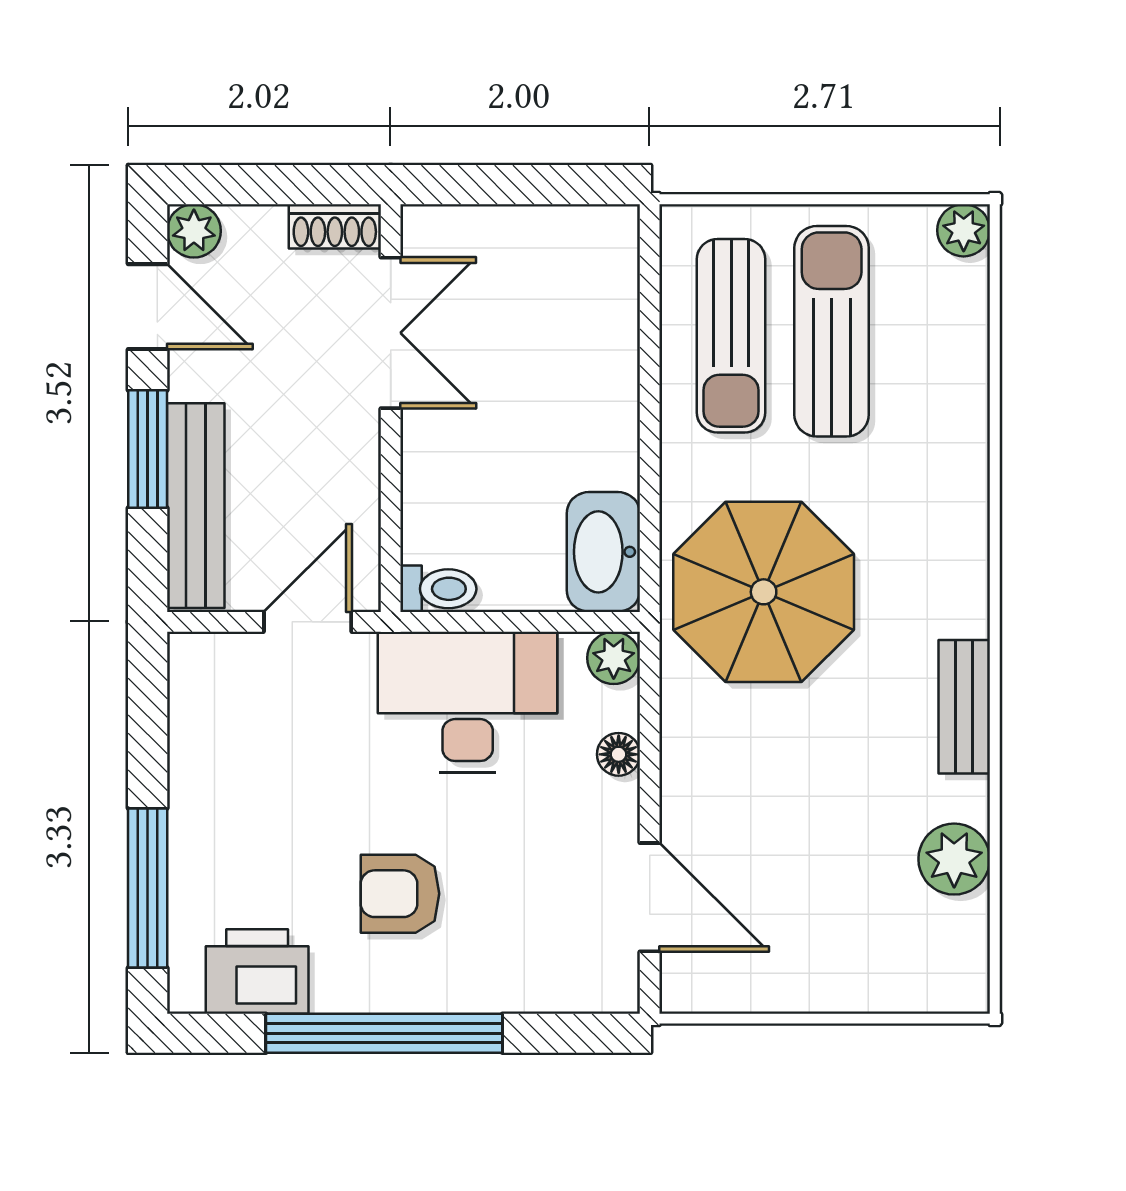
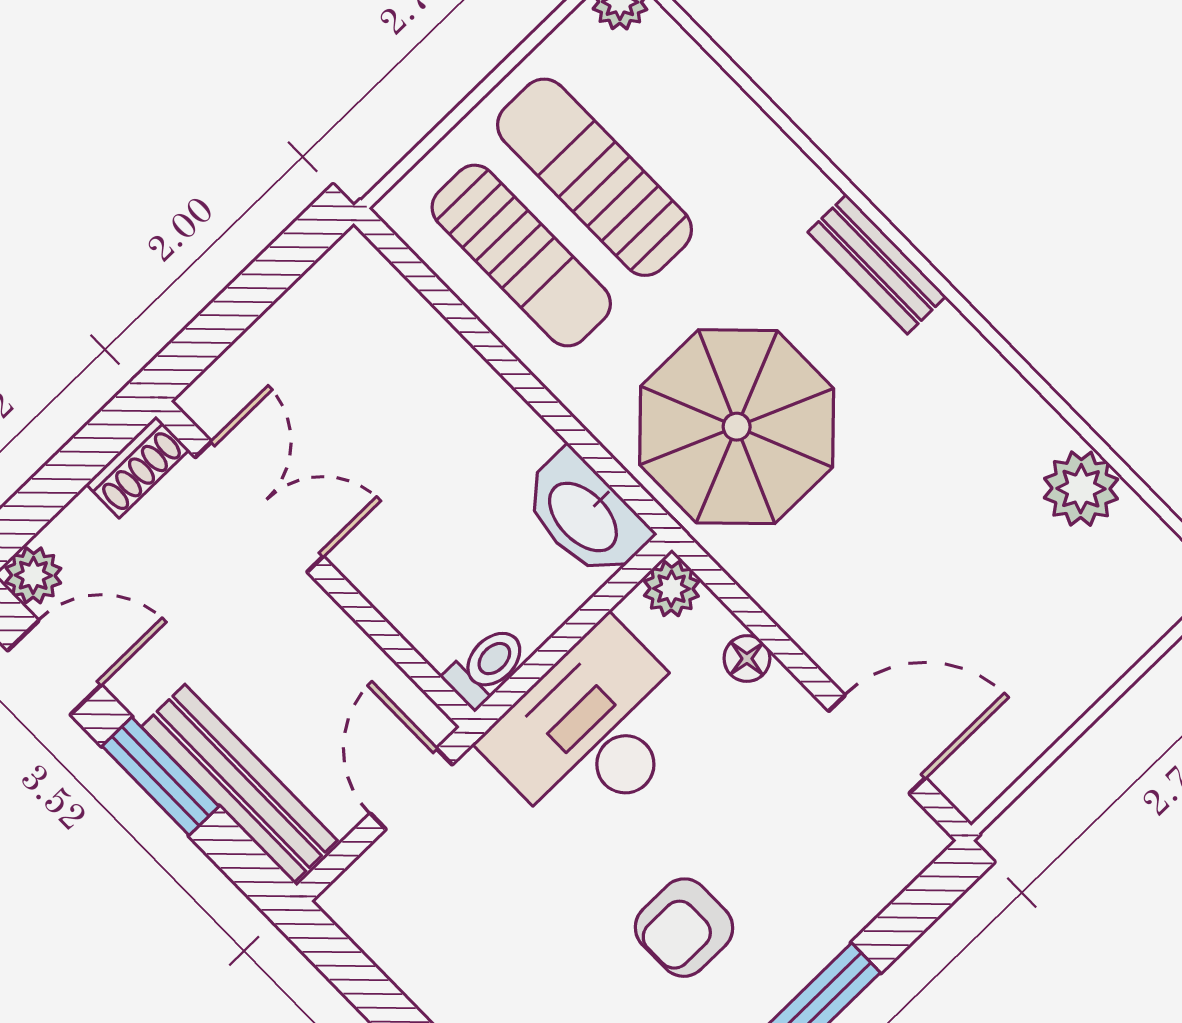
bench: (964, 707) -> (877, 264), moved

